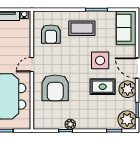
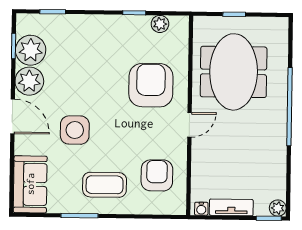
rug: (103, 87) -> (71, 86), removed
plant: (127, 120) -> (31, 50), moved
plant: (70, 124) -> (160, 24), moved

